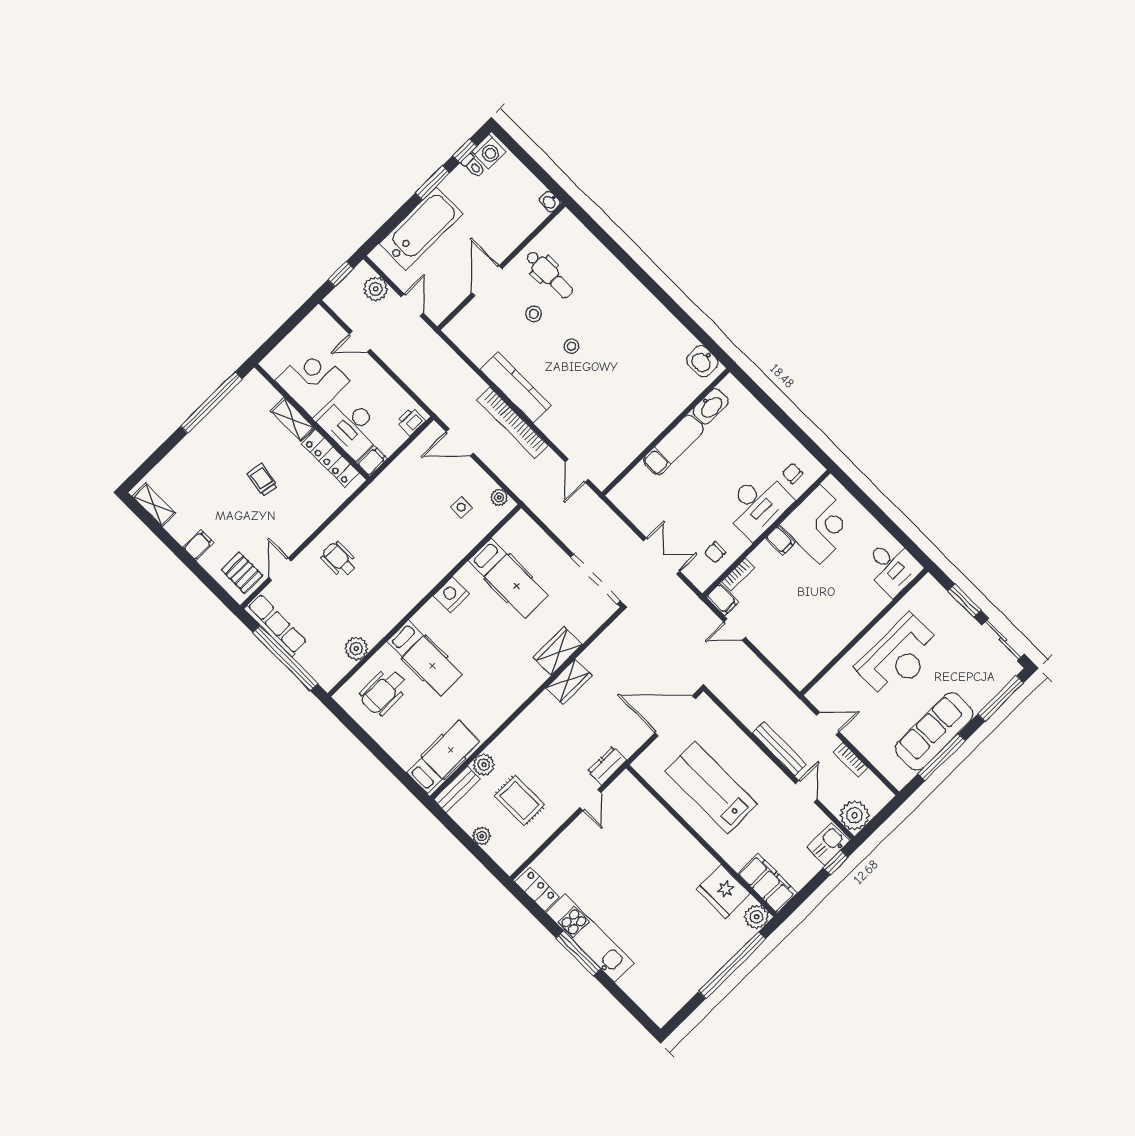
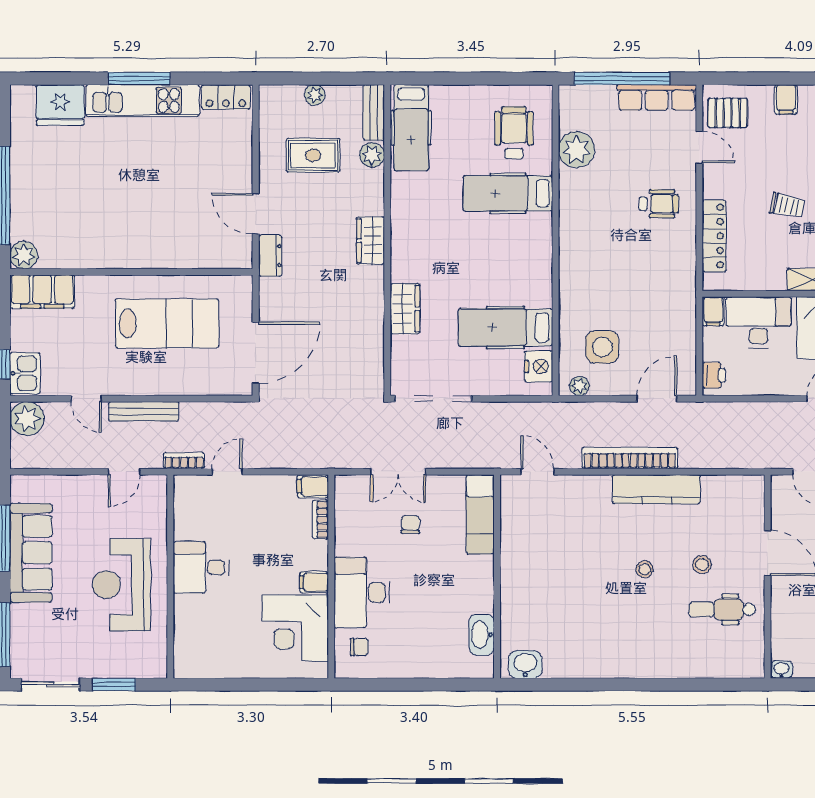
exam couch: (673, 445) -> (480, 514), moved
locker: (330, 458) -> (714, 236), moved, turned 90
side table: (461, 507) -> (602, 347), width x1.87, depth x1.87
chair: (715, 552) -> (410, 525), moved
desk: (892, 567) -> (201, 568), moved
nightstand: (451, 595) -> (538, 366), moved
door: (735, 630) -> (227, 472), moved
plant: (356, 649) -> (577, 150), width x1.36, depth x1.36
wardrobe: (569, 682) -> (370, 241), moved
bookcase: (850, 760) -> (184, 461), moved
door: (590, 800) -> (256, 214), width x1.38
fridge: (723, 891) -> (60, 105), moved, turned 180

